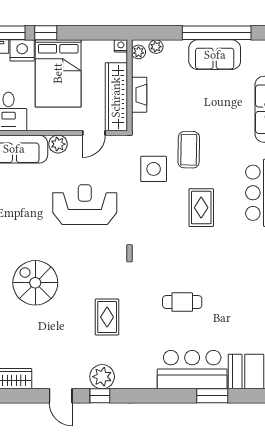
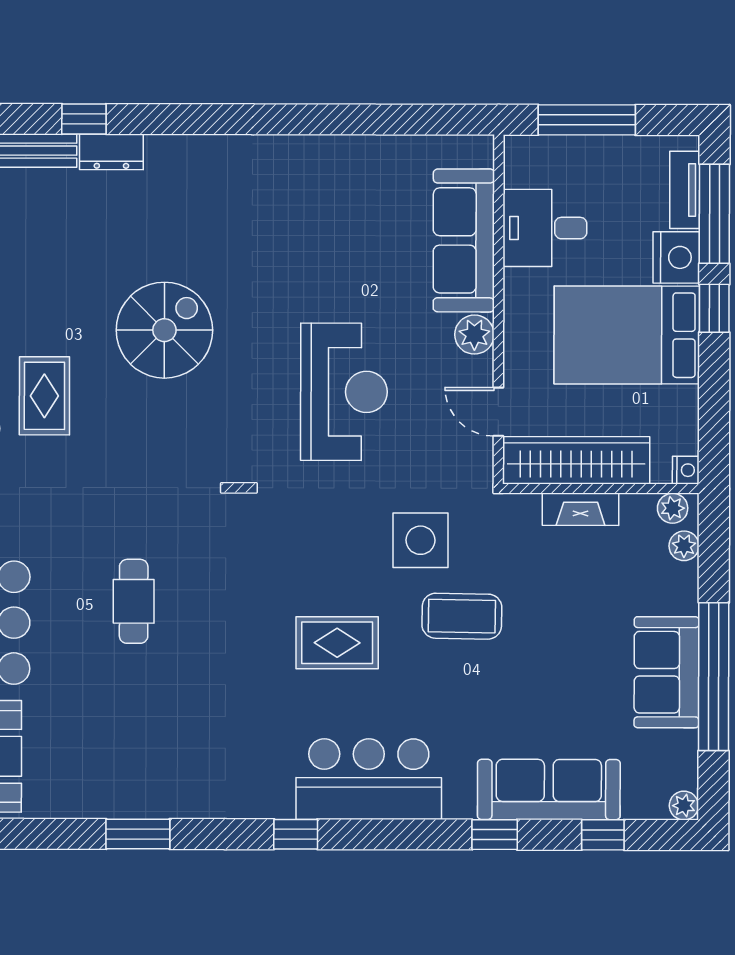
spiral stairs: (35, 283) -> (164, 330), moved
rug: (107, 317) -> (44, 396), moved, turned 90

